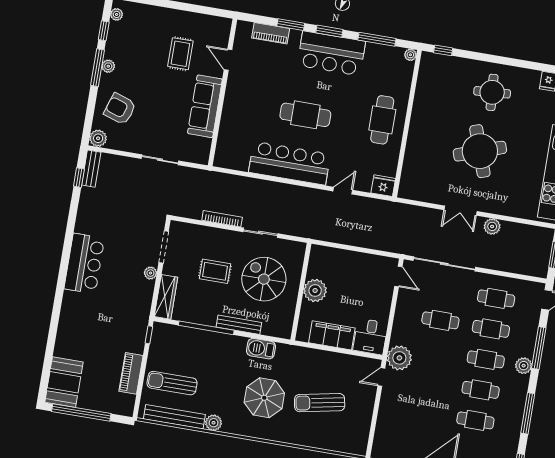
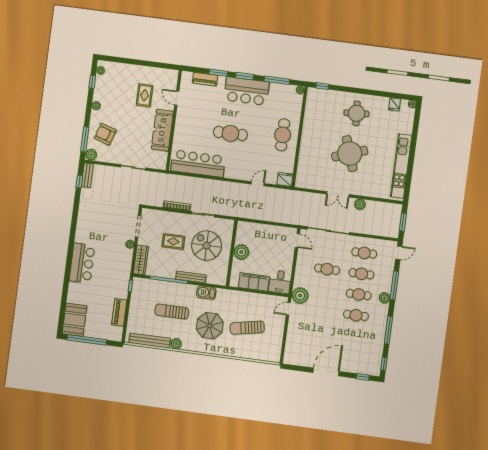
window: (97, 68) -> (85, 139), moved
bar counter: (290, 163) -> (198, 164), moved
bar counter: (84, 264) -> (82, 263), moved
sun lounger: (172, 383) -> (172, 311), moved
cafe table: (475, 420) -> (353, 336), removed

